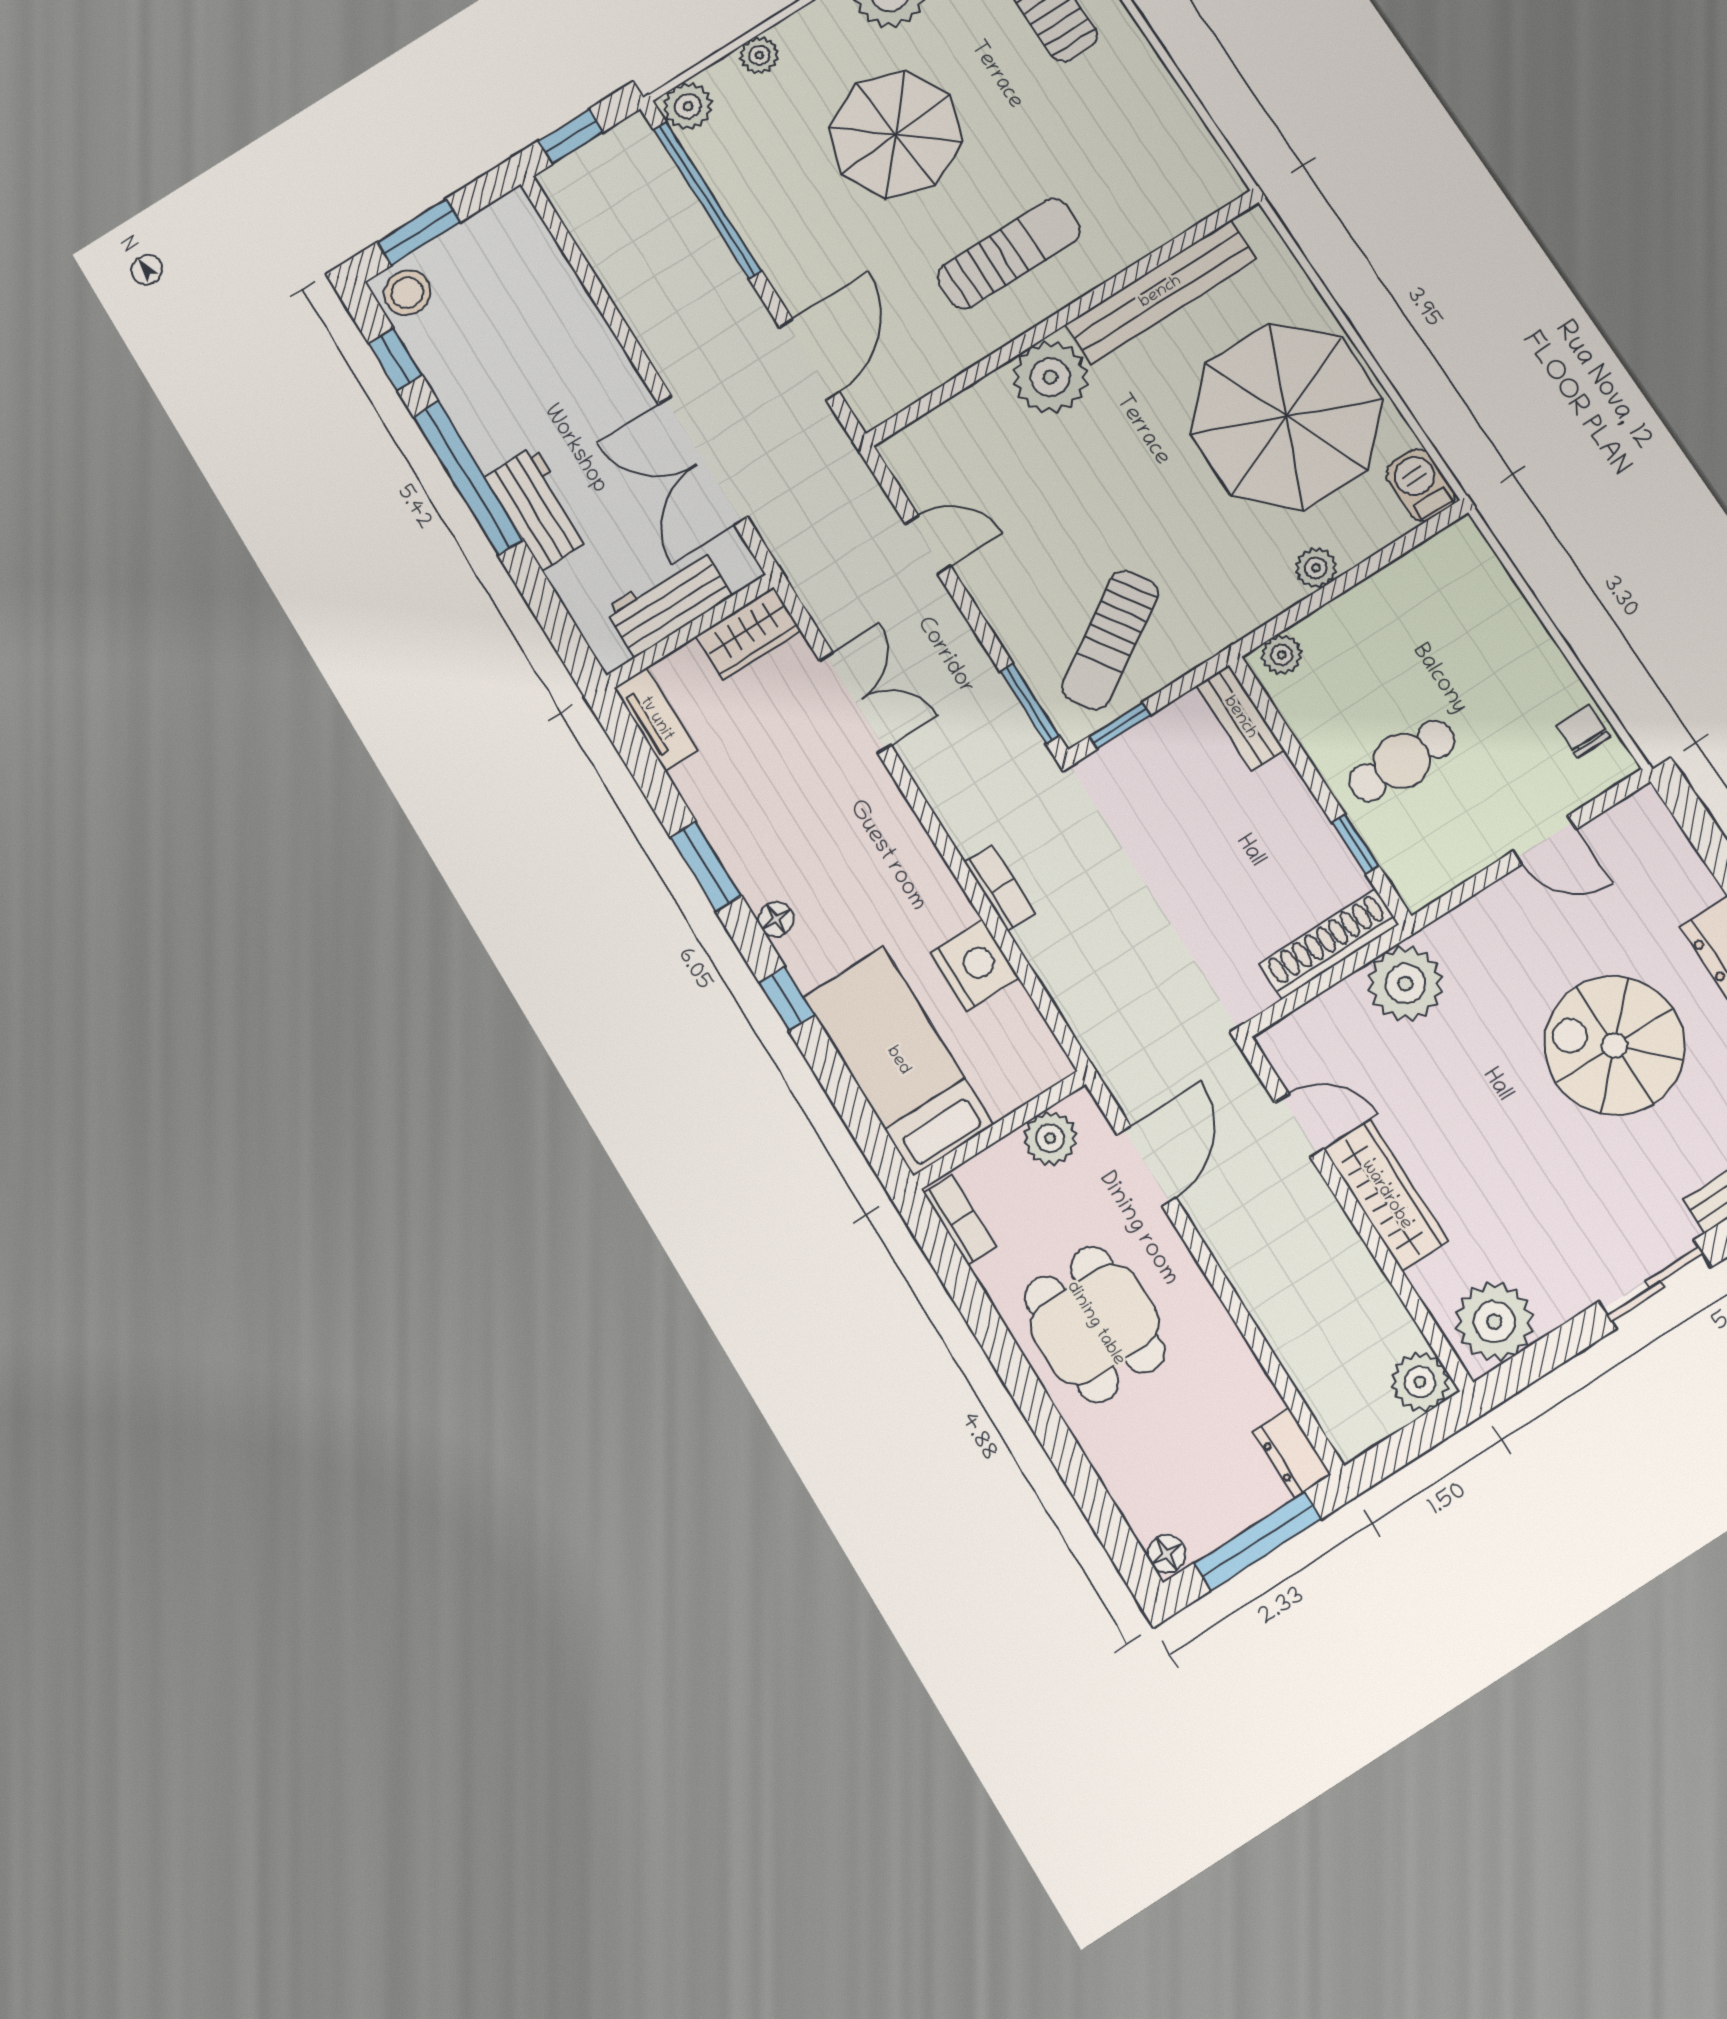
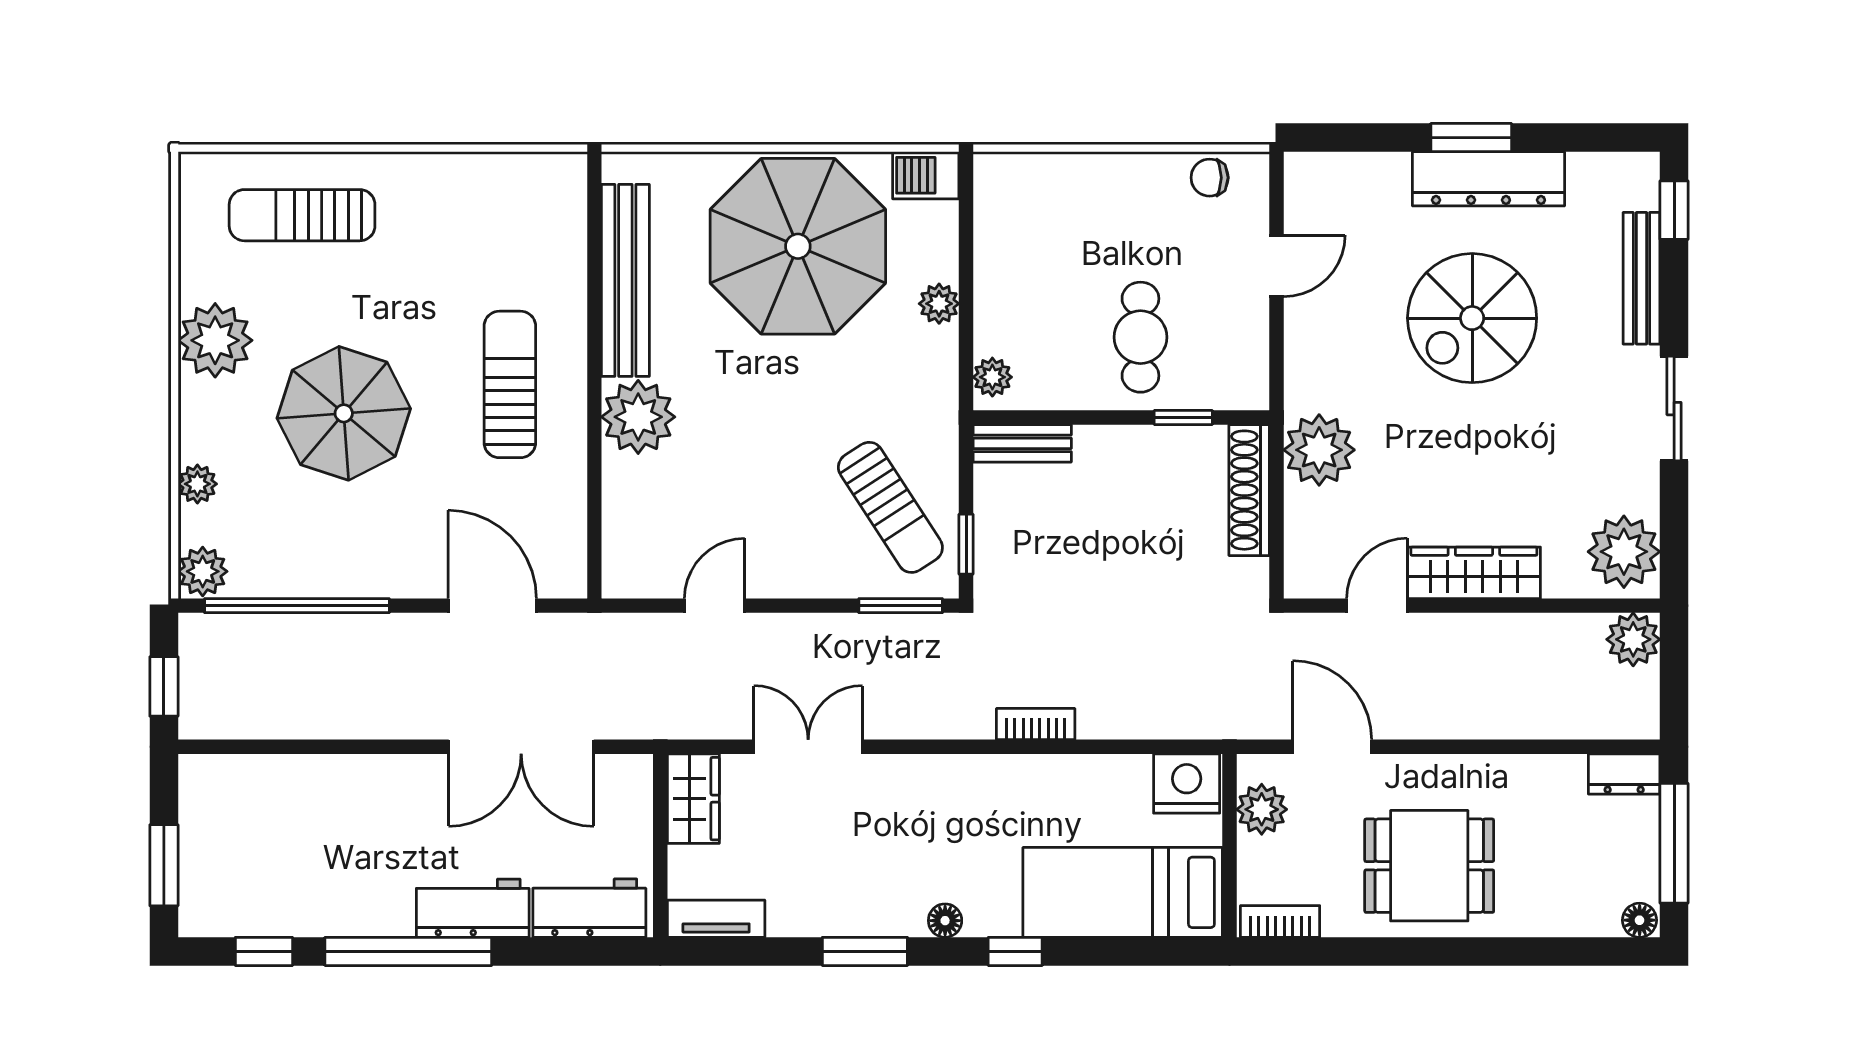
stool: (407, 293) -> (212, 907), removed
workbench: (668, 602) -> (589, 908), moved, turned 90
nightstand: (974, 965) -> (1187, 783), moved

